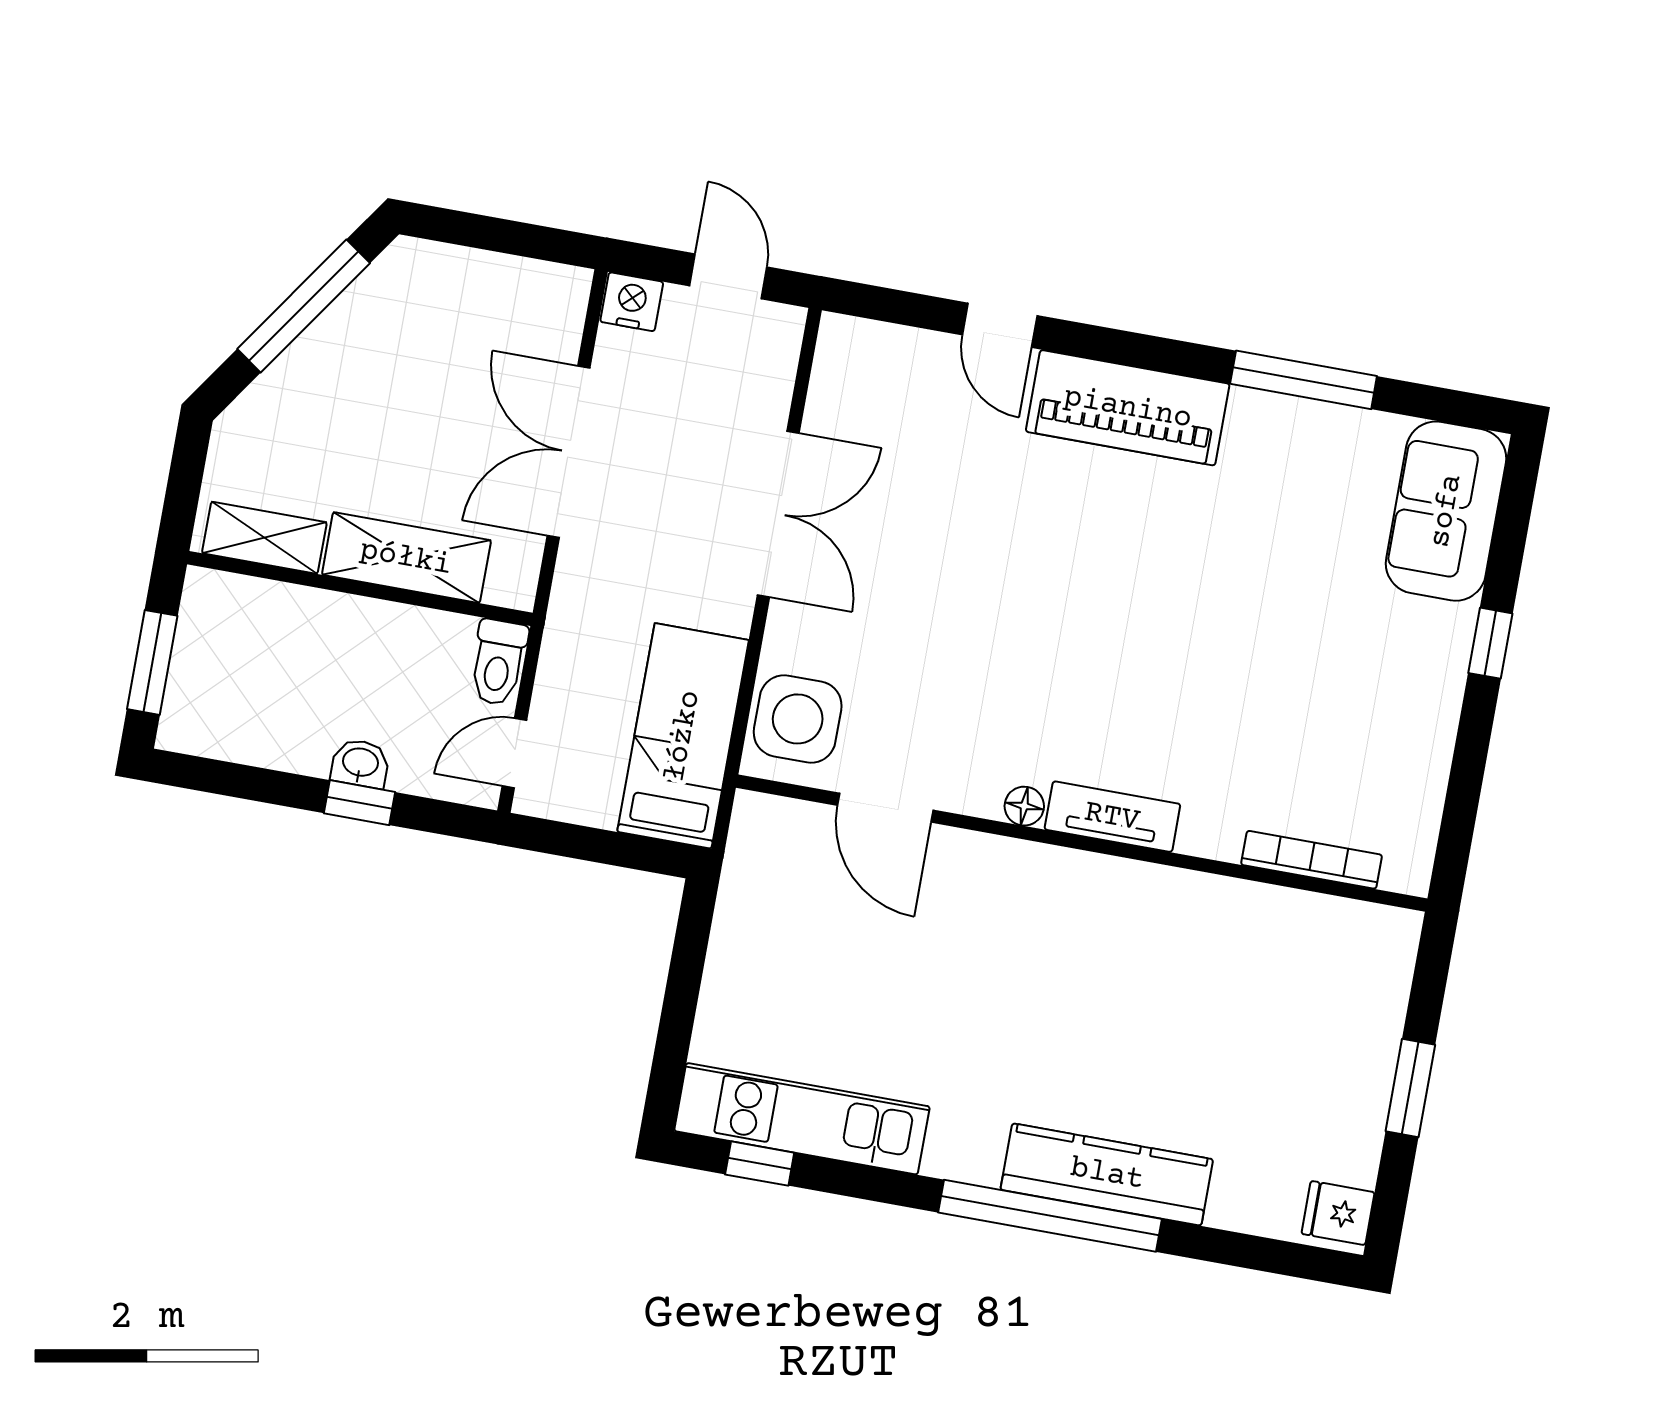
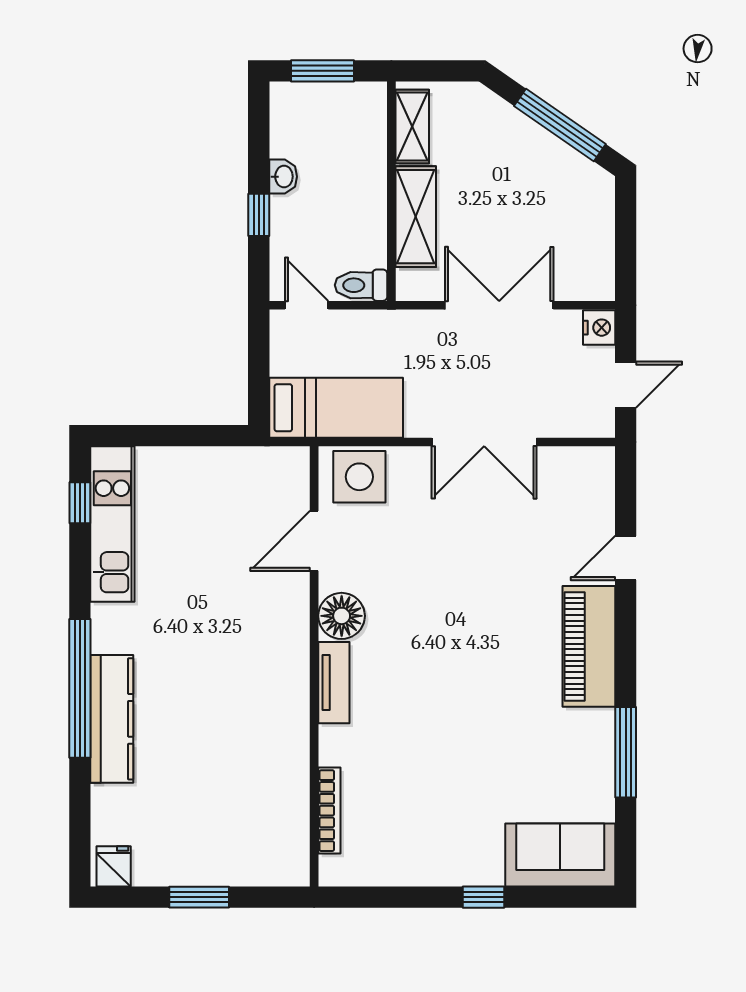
washbasin: (360, 763) -> (283, 177), moved
floor lamp: (1024, 806) -> (342, 616), width x1.89, depth x1.89

